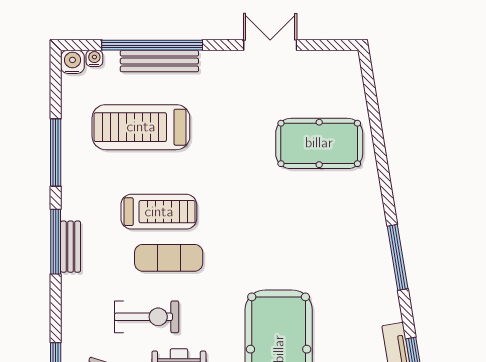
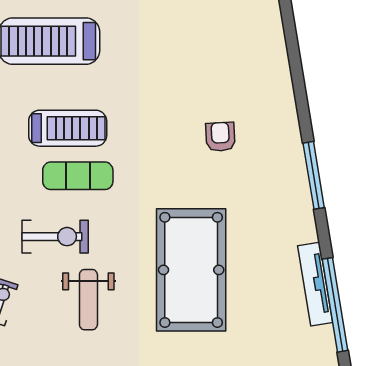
pool table: (319, 143) -> (233, 58), removed
armchair: (307, 220) -> (220, 137), added

